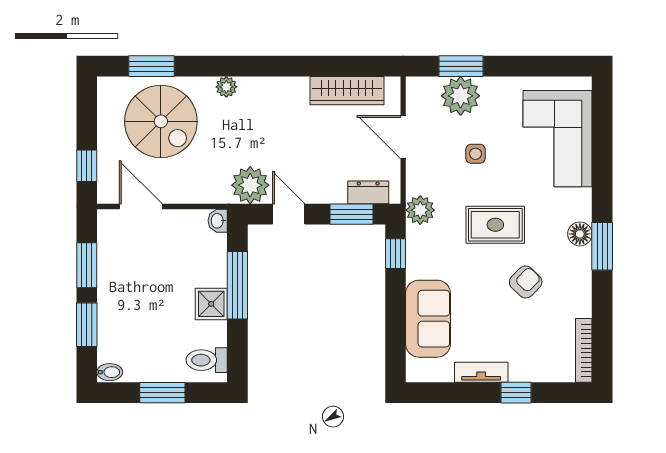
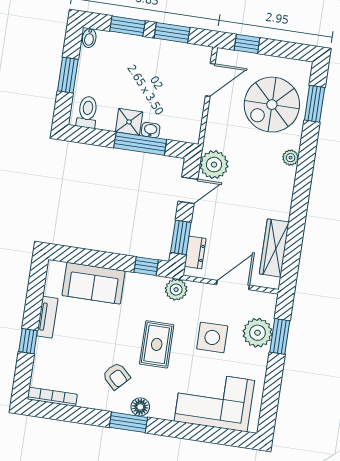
side table: (476, 154) -> (212, 337), width x1.87, depth x1.87
washbasin: (218, 221) -> (151, 130), moved
armchair: (526, 282) -> (116, 376), moved

